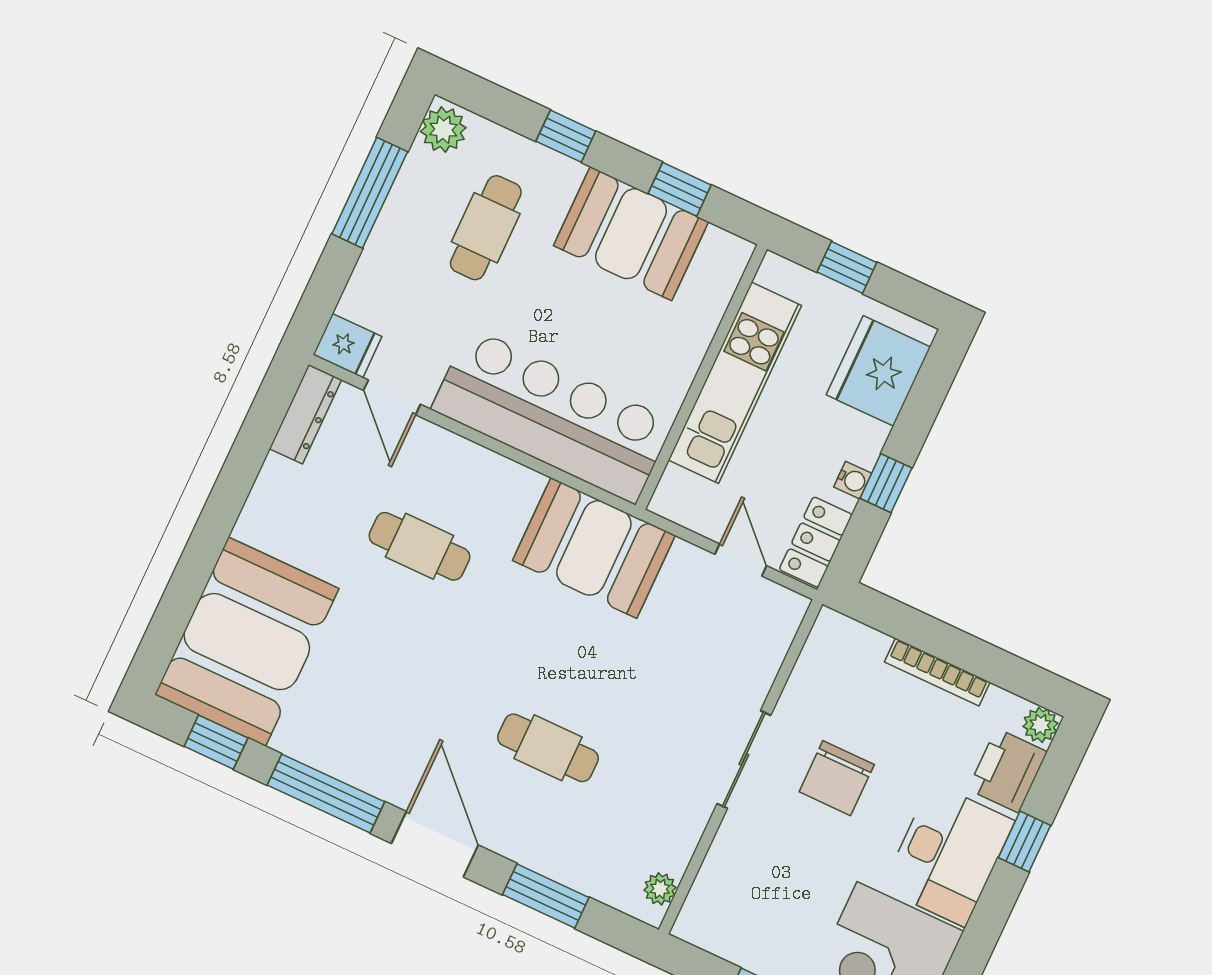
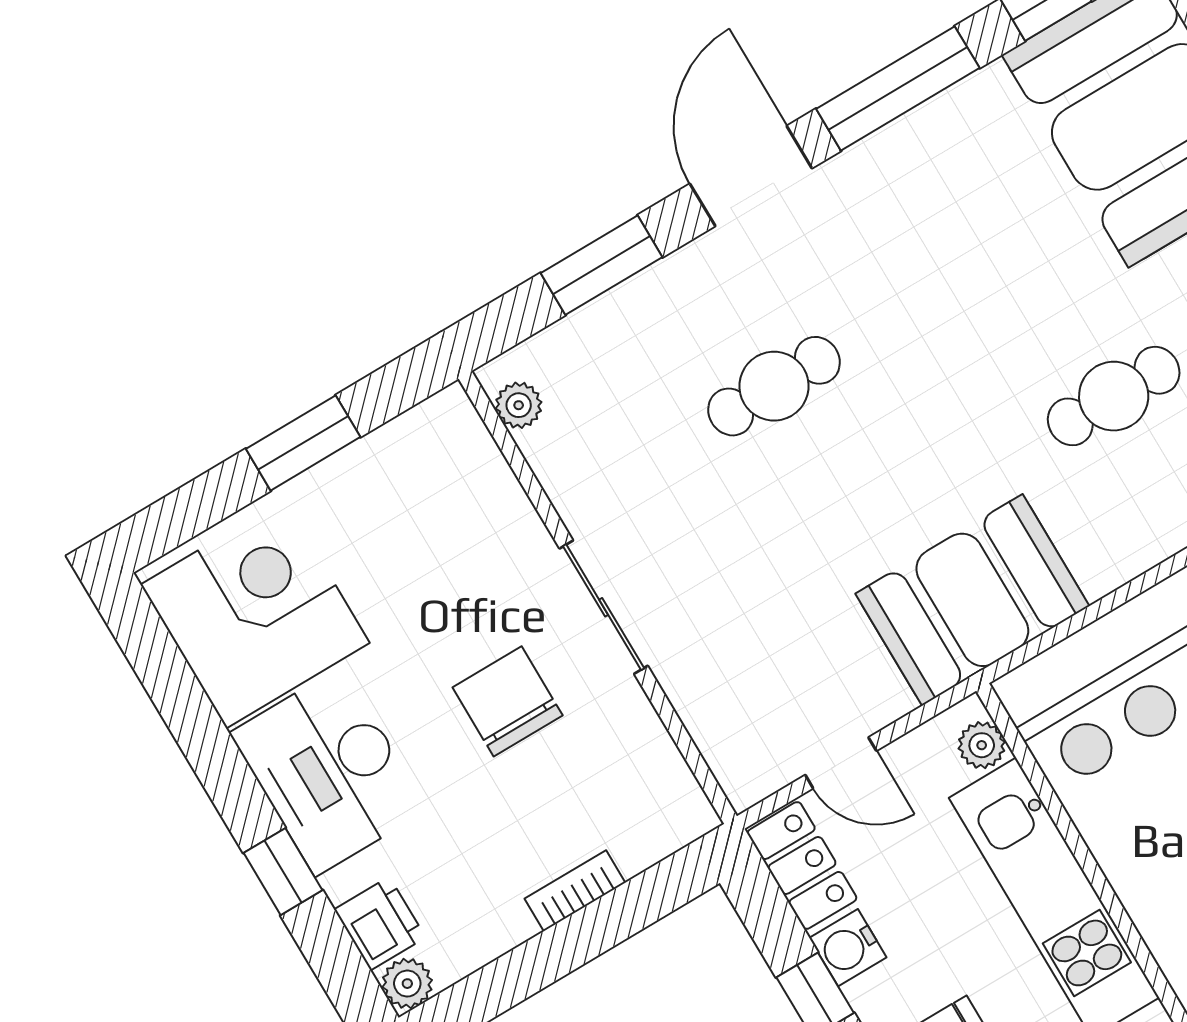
water cooler: (853, 480) -> (848, 948), width x1.38, depth x1.38
plant: (675, 485) -> (982, 745), added
bookcase: (937, 672) -> (575, 891), width x0.64
printer: (1008, 771) -> (380, 923), width x0.73, depth x0.81
door: (435, 844) -> (751, 176), swing flipped

